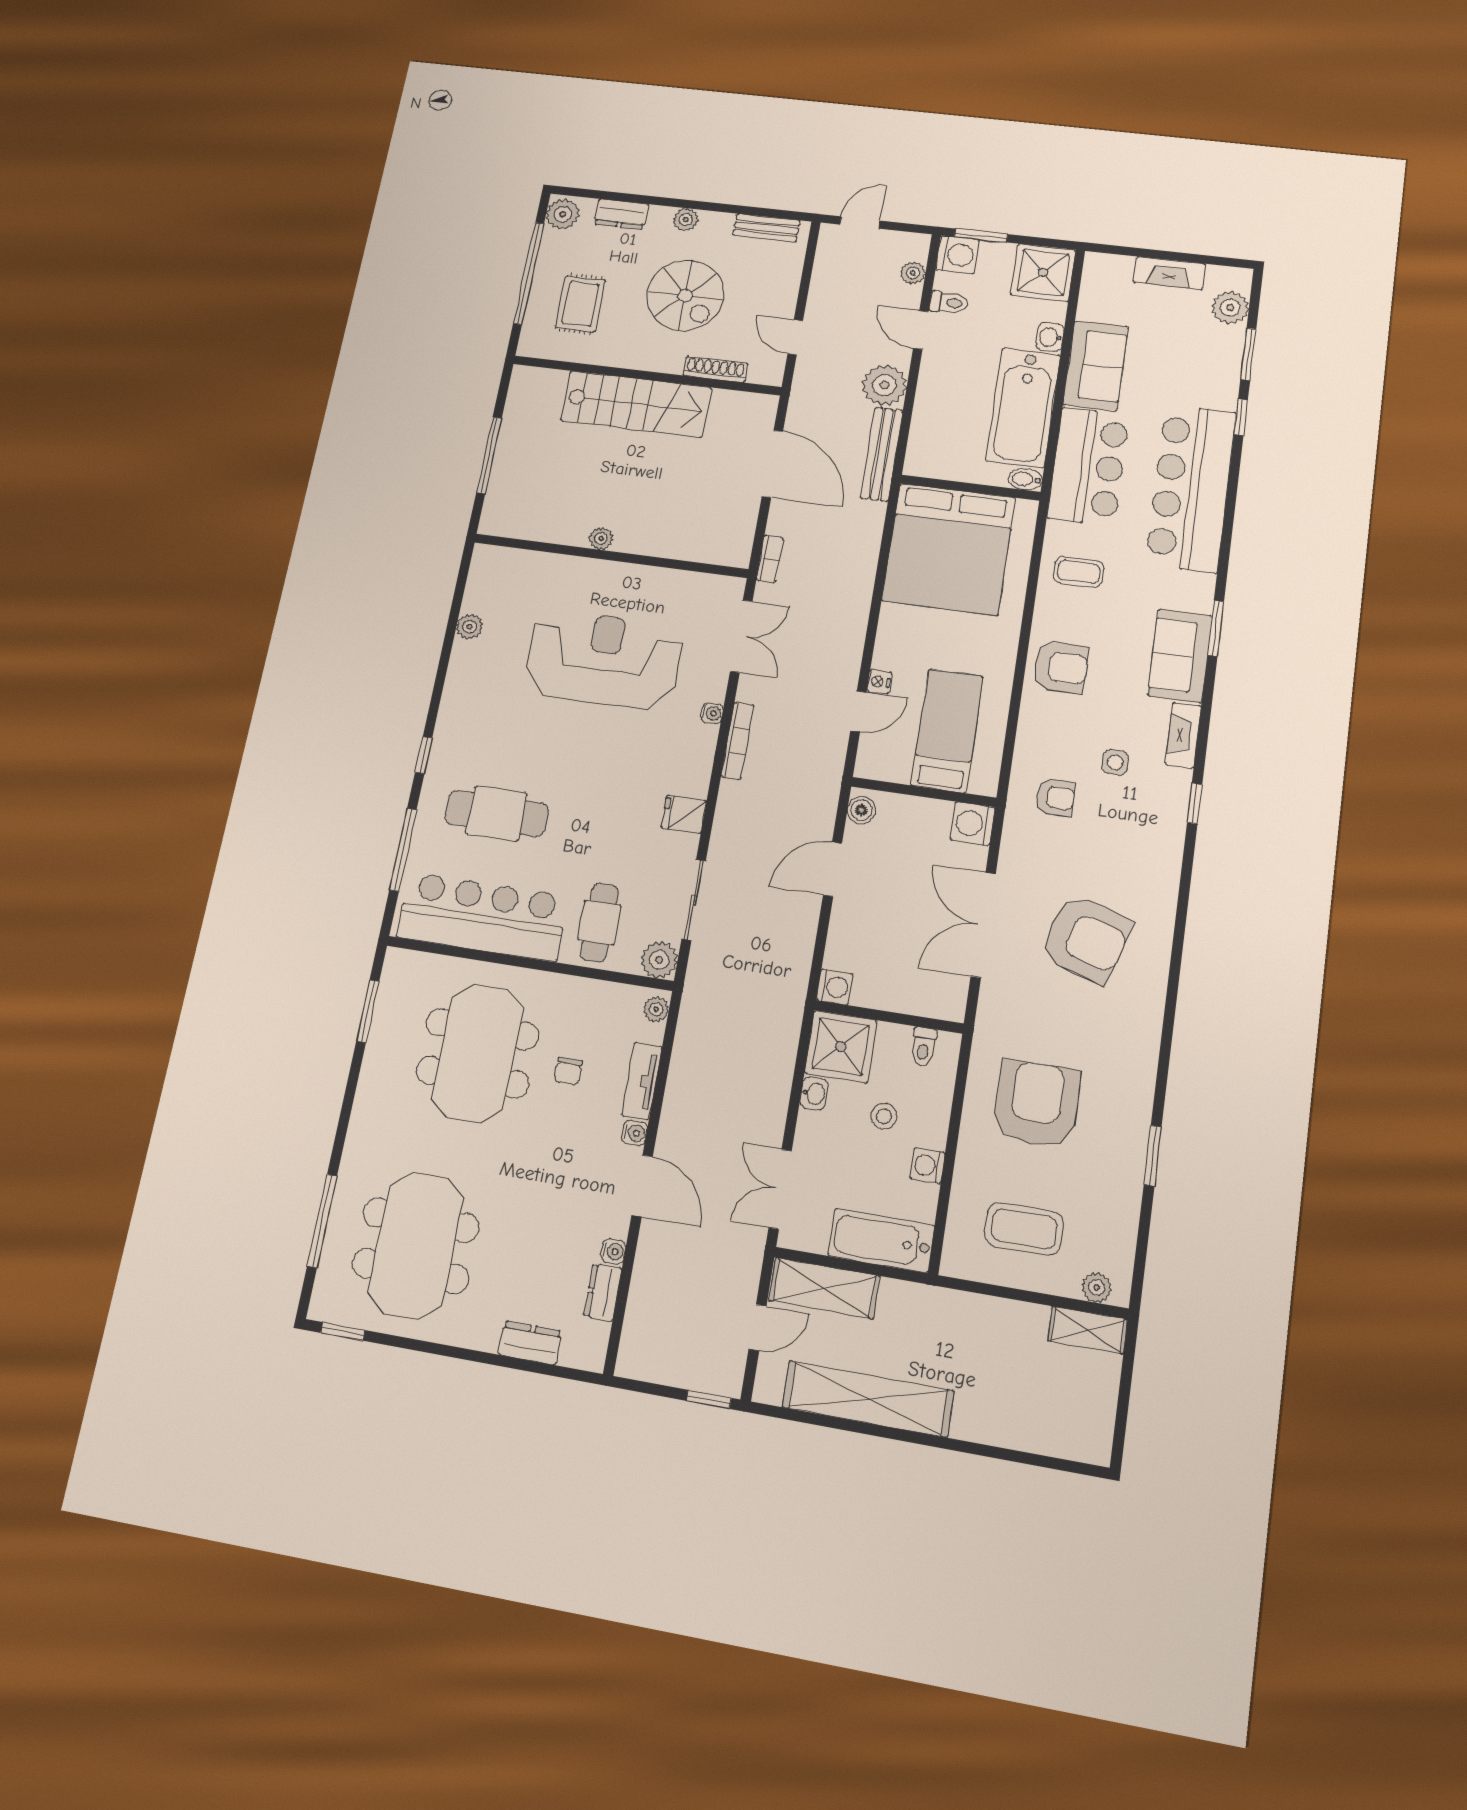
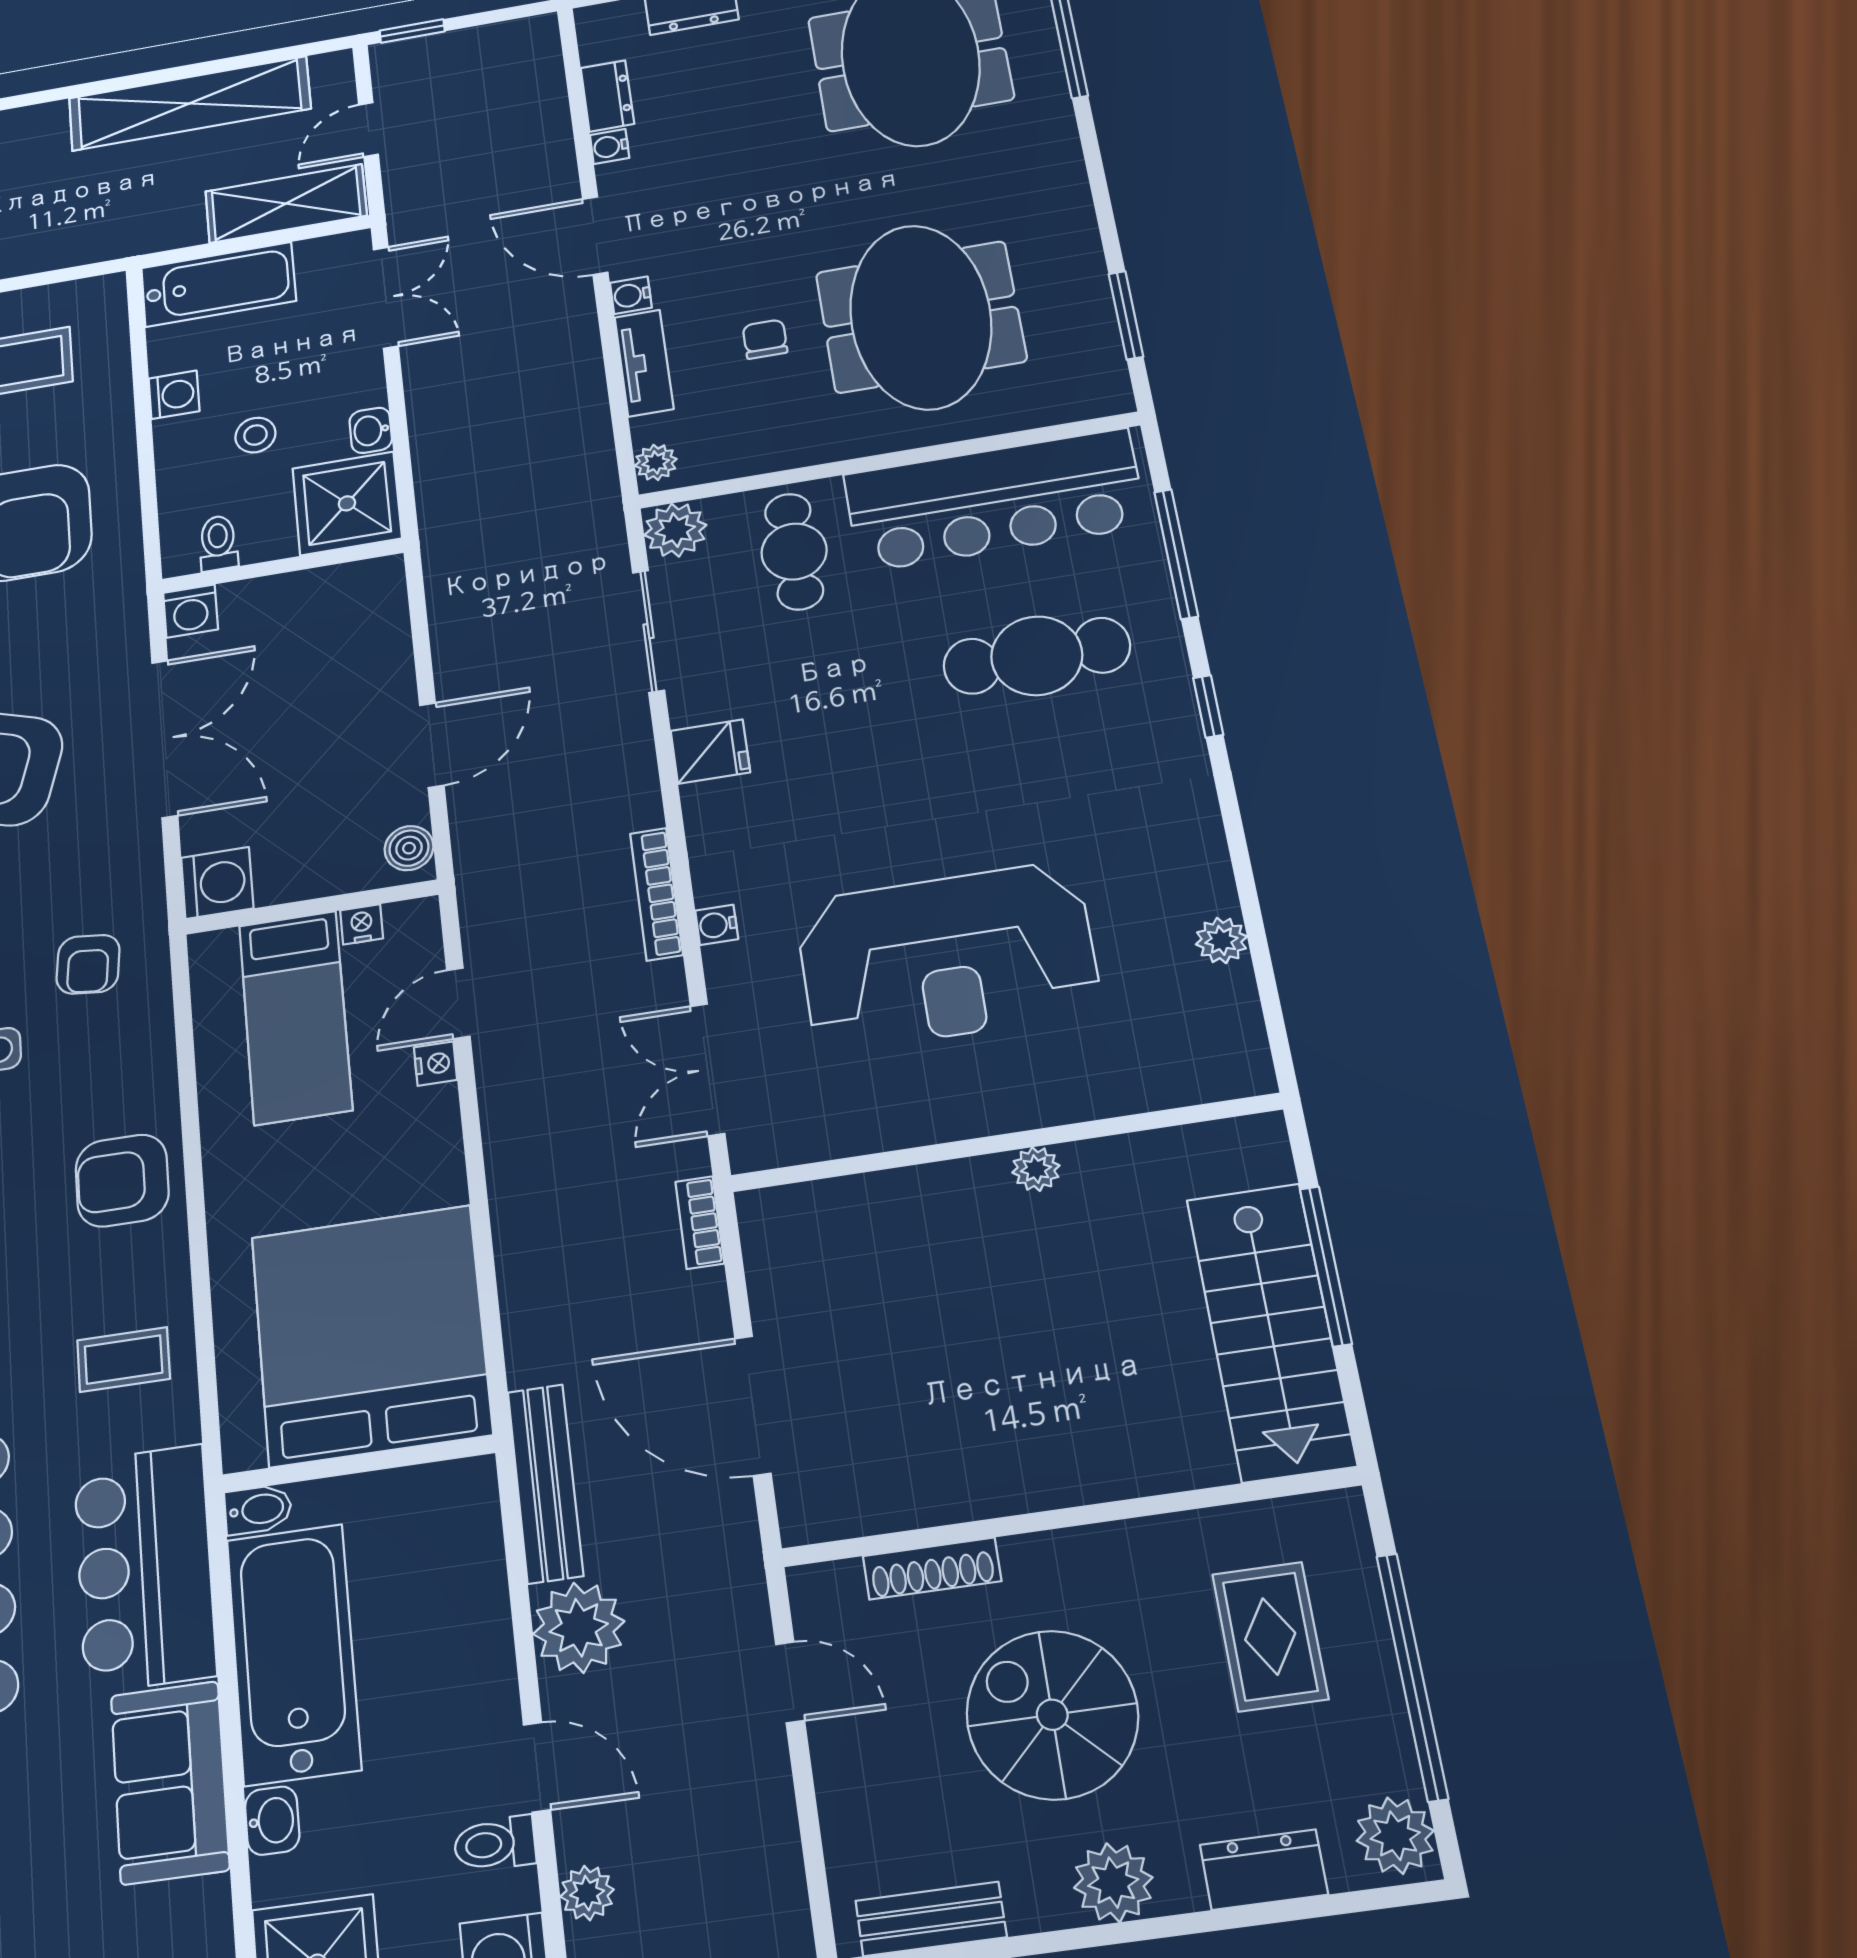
plant: (686, 220) -> (1113, 1883), width x1.38, depth x1.38
stairs: (636, 404) -> (1271, 1331), moved, turned -90
nightstand: (898, 773) -> (362, 924), added
armchair: (1055, 797) -> (88, 964), turned -84
washing machine: (834, 987) -> (191, 611), moved, turned -90

